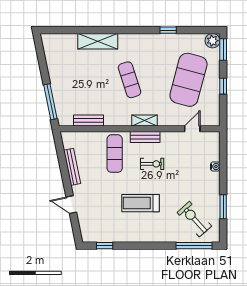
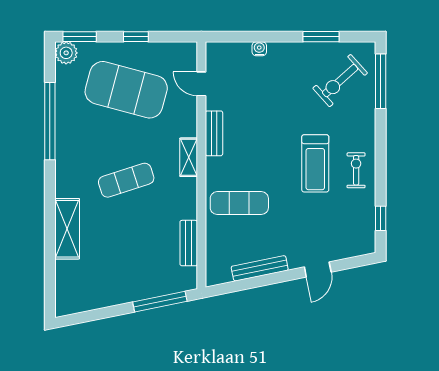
window: (168, 30) -> (50, 121), width x3.17
bench: (145, 137) -> (214, 133), moved
exercise bike: (152, 164) -> (356, 170), moved

